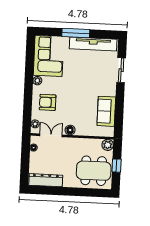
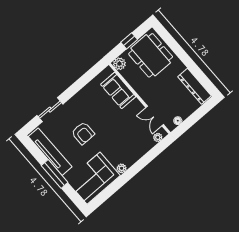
armchair: (48, 102) -> (83, 133), moved
sofa: (106, 111) -> (118, 90), moved, turned 90
floor lamp: (70, 130) -> (136, 105), removed

